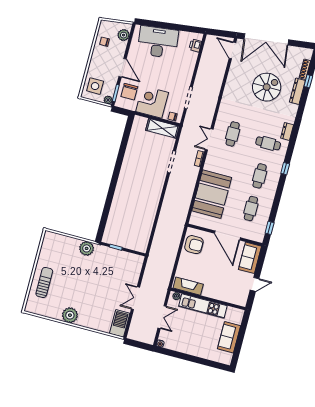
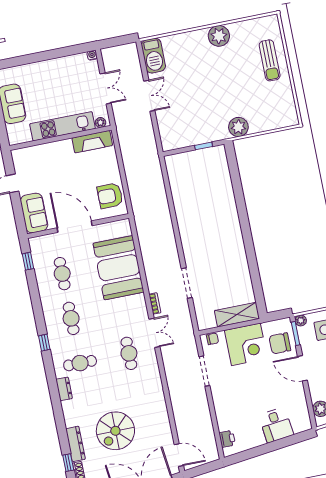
desk: (158, 42) -> (276, 425), width x0.53, depth x0.77
chair: (129, 92) -> (280, 343), turned -90
shelving: (162, 128) -> (237, 315), moved
double door: (162, 317) -> (106, 88), swing flipped

